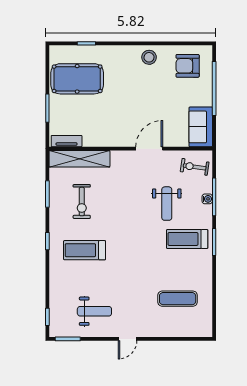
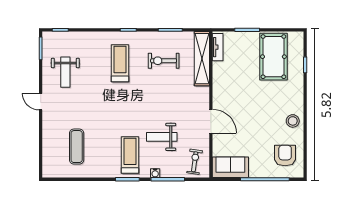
water cooler: (207, 199) -> (155, 173), moved

